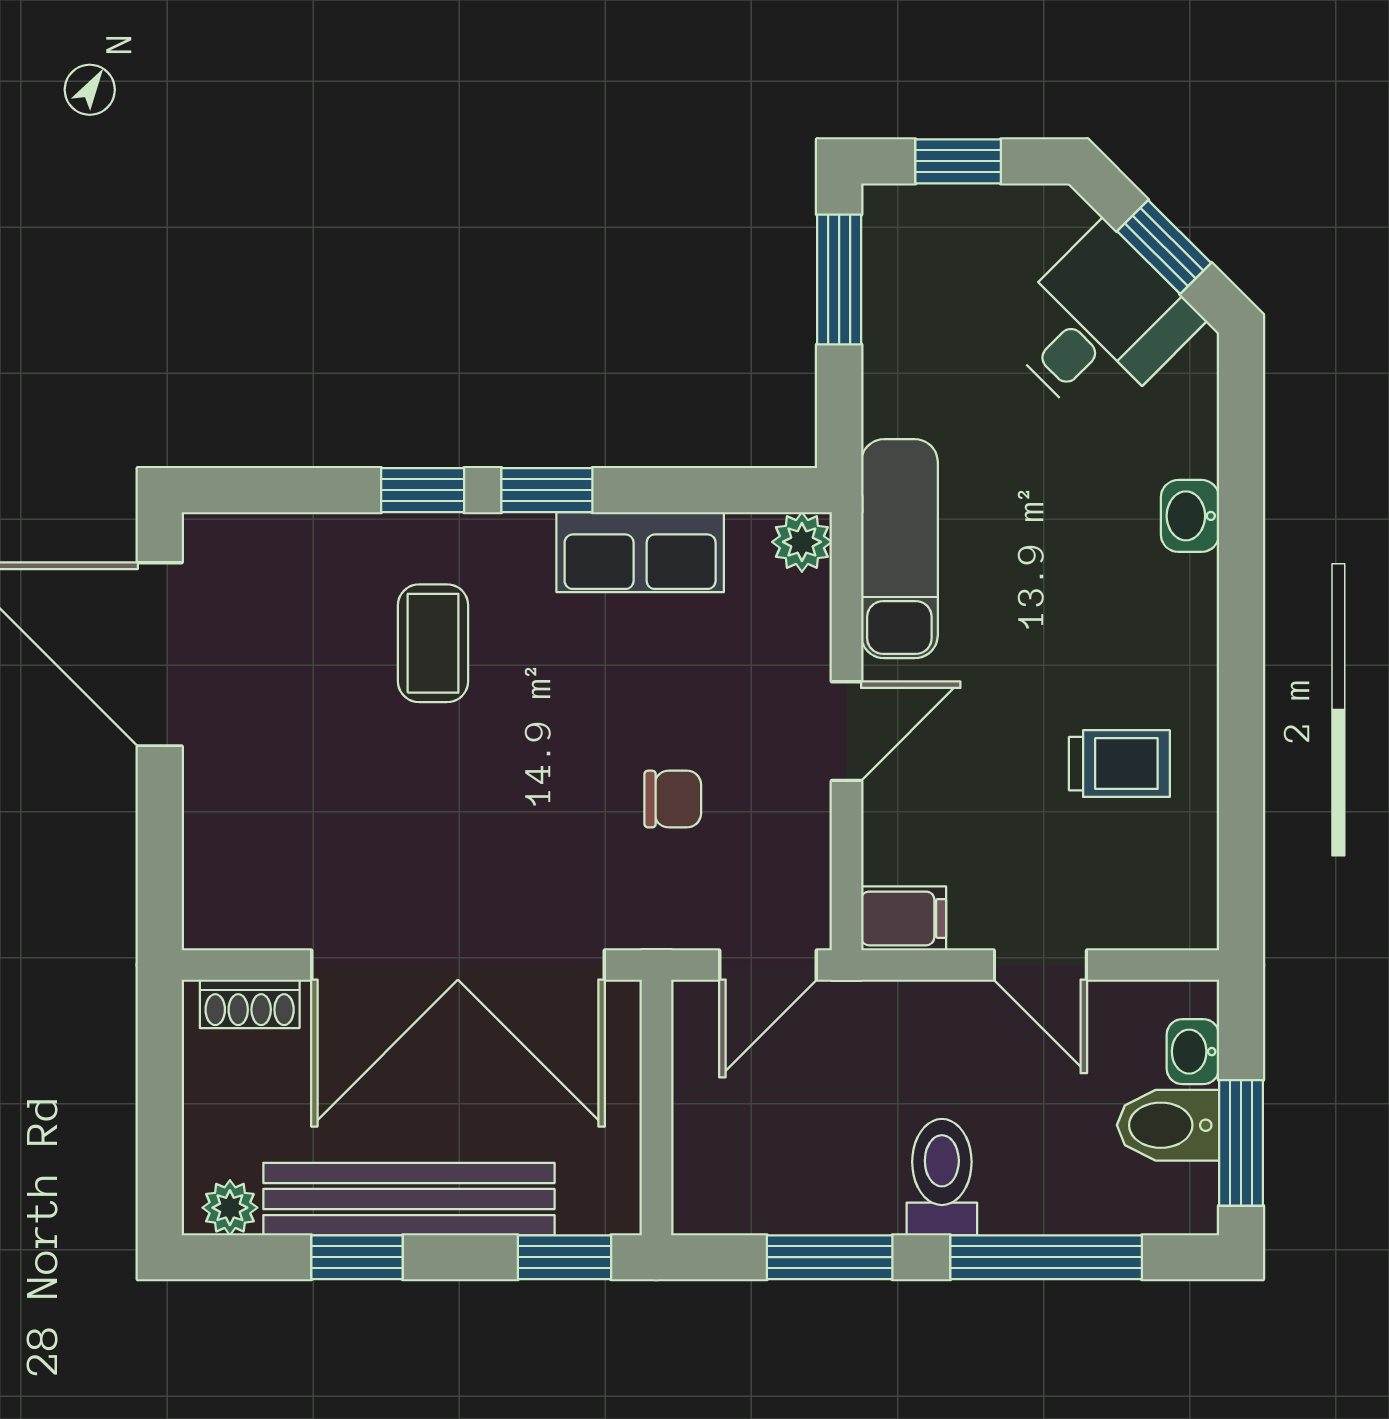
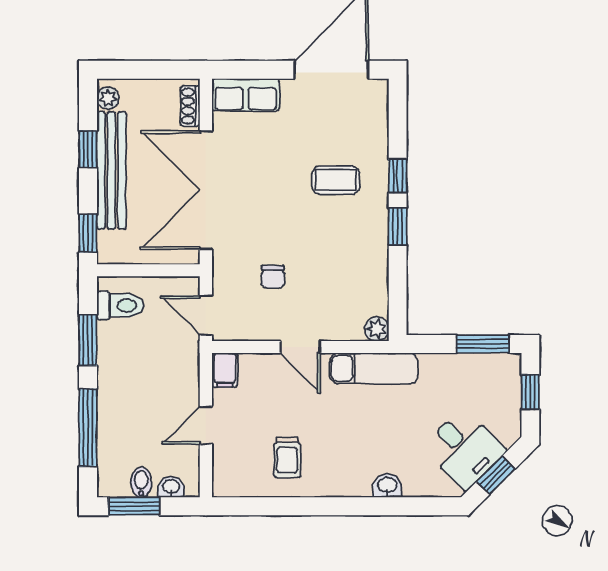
row of seats: (640, 552) -> (246, 95), moved, turned -90
bidet: (1168, 1125) -> (141, 482), width x0.72, depth x0.74
toilet: (942, 1177) -> (120, 306), moved

